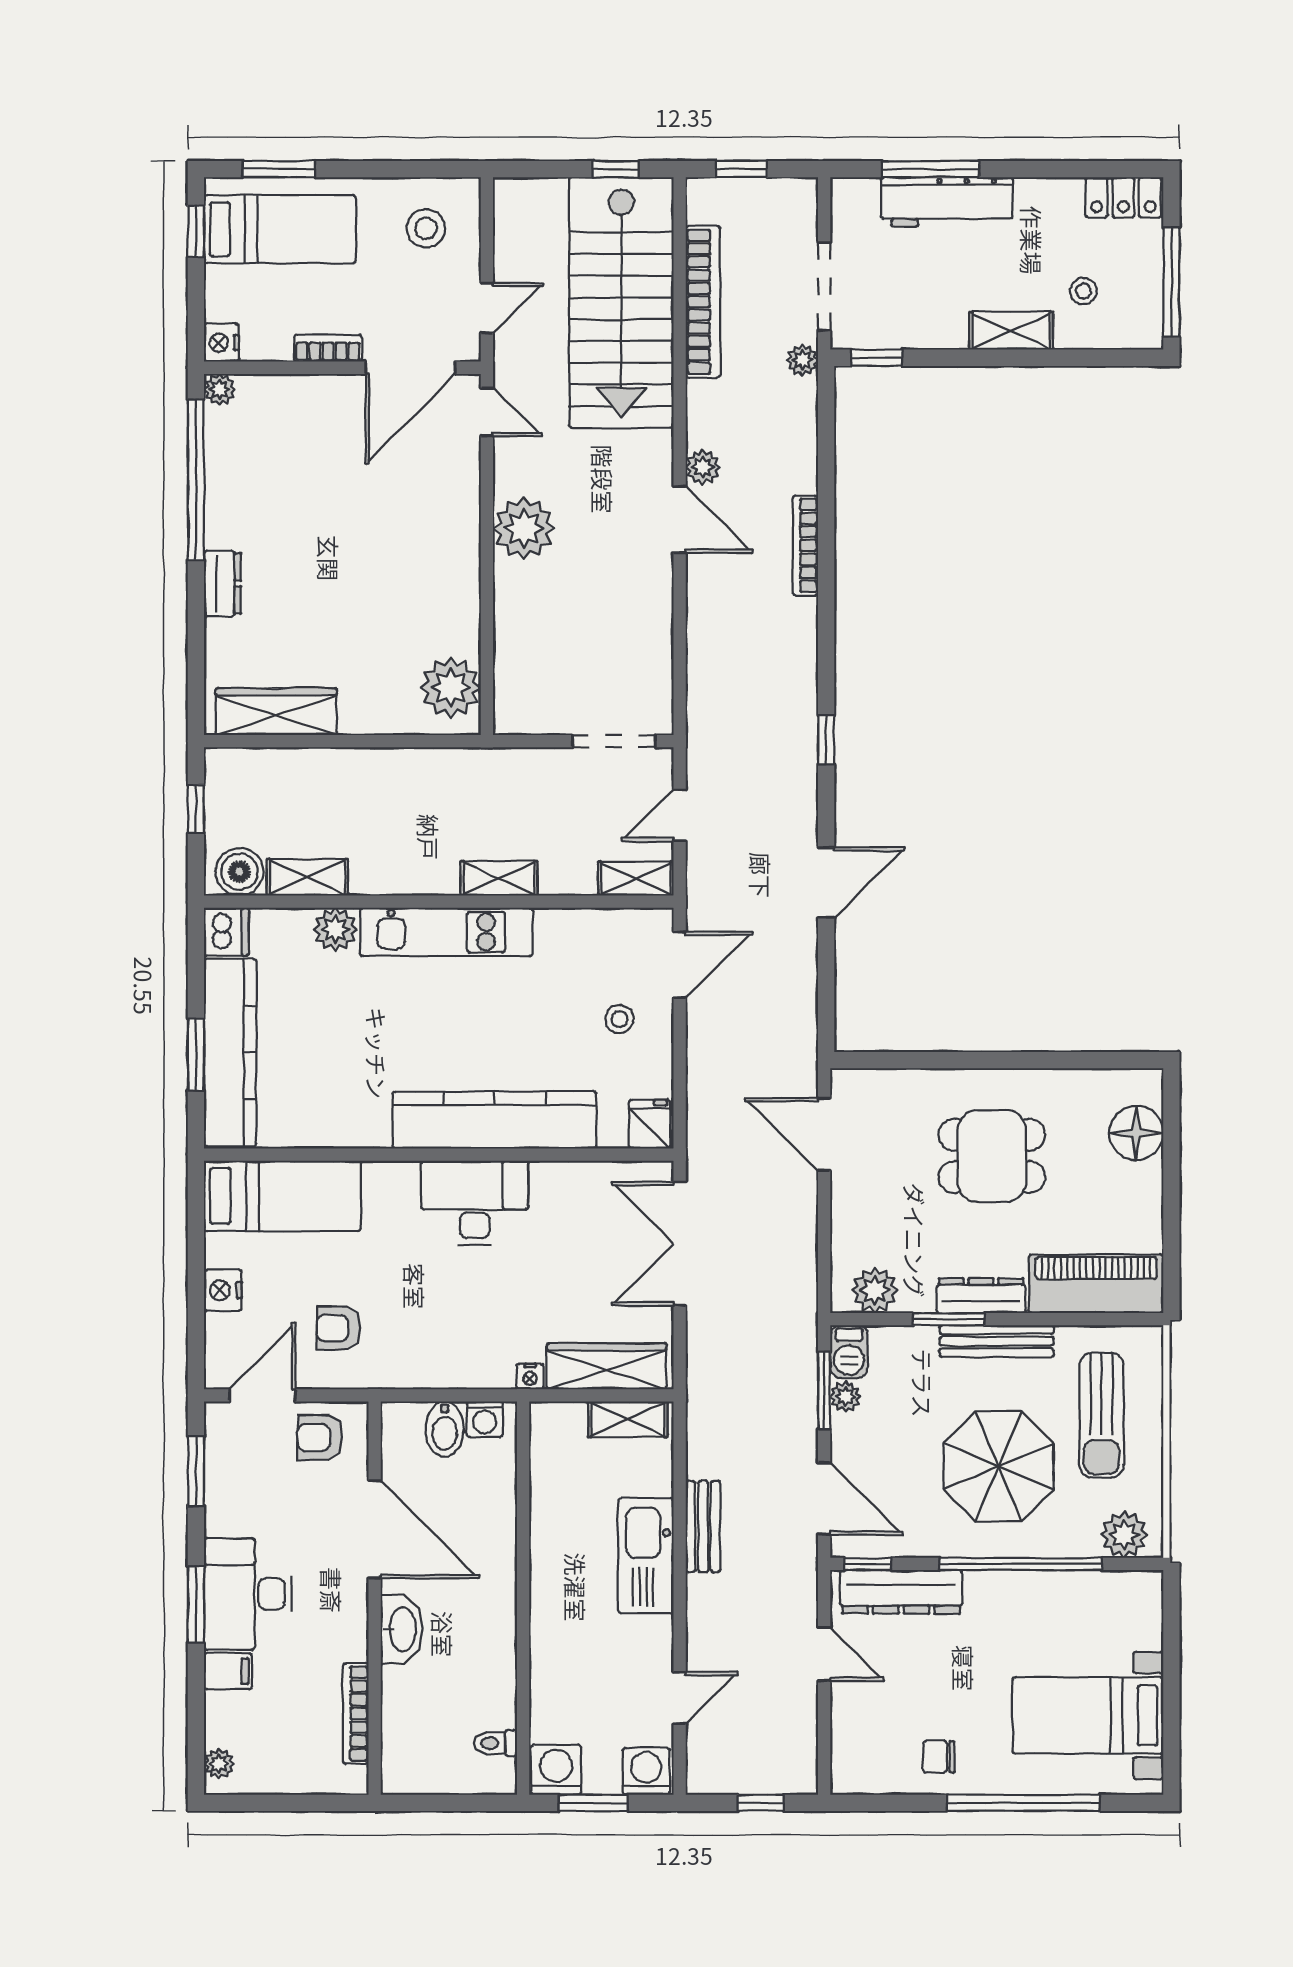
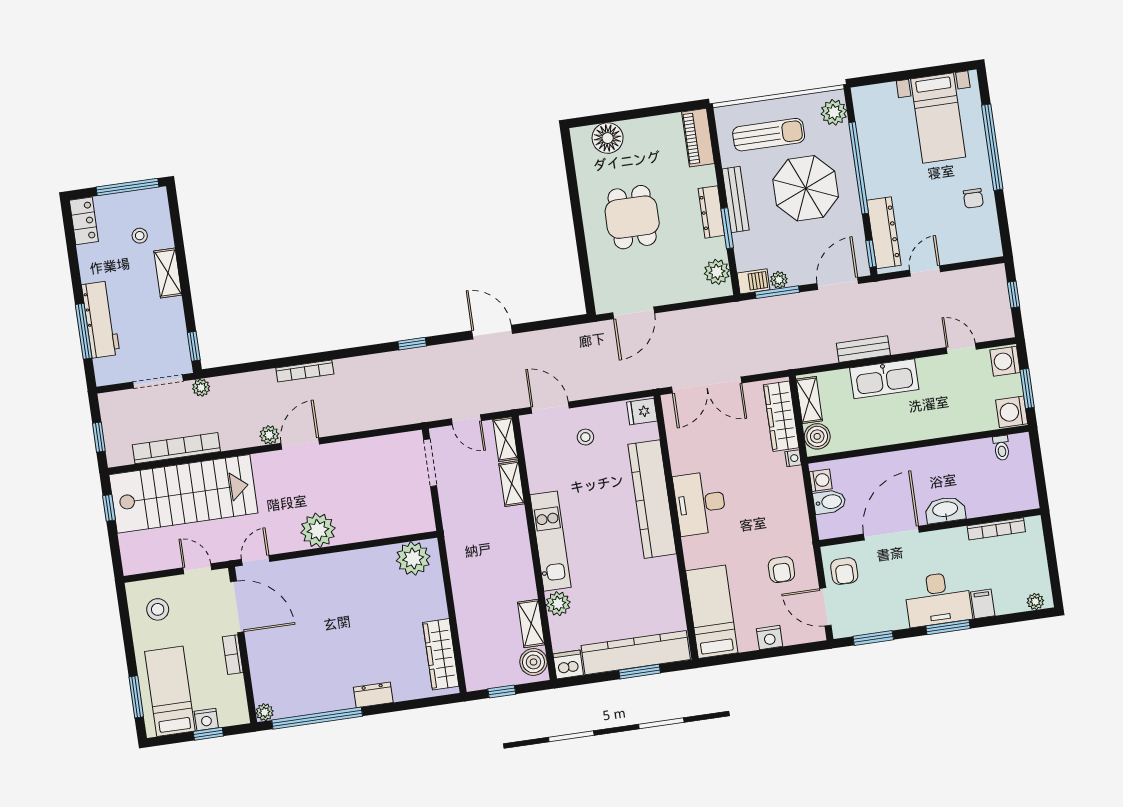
window: (196, 231) -> (208, 734), moved
nightstand: (221, 343) -> (206, 720), moved
shelving: (499, 878) -> (512, 484), moved
piano: (1096, 1284) -> (698, 138), width x0.73, depth x0.75
boiler: (562, 1424) -> (817, 436), added

